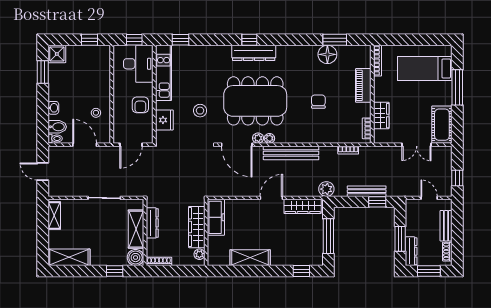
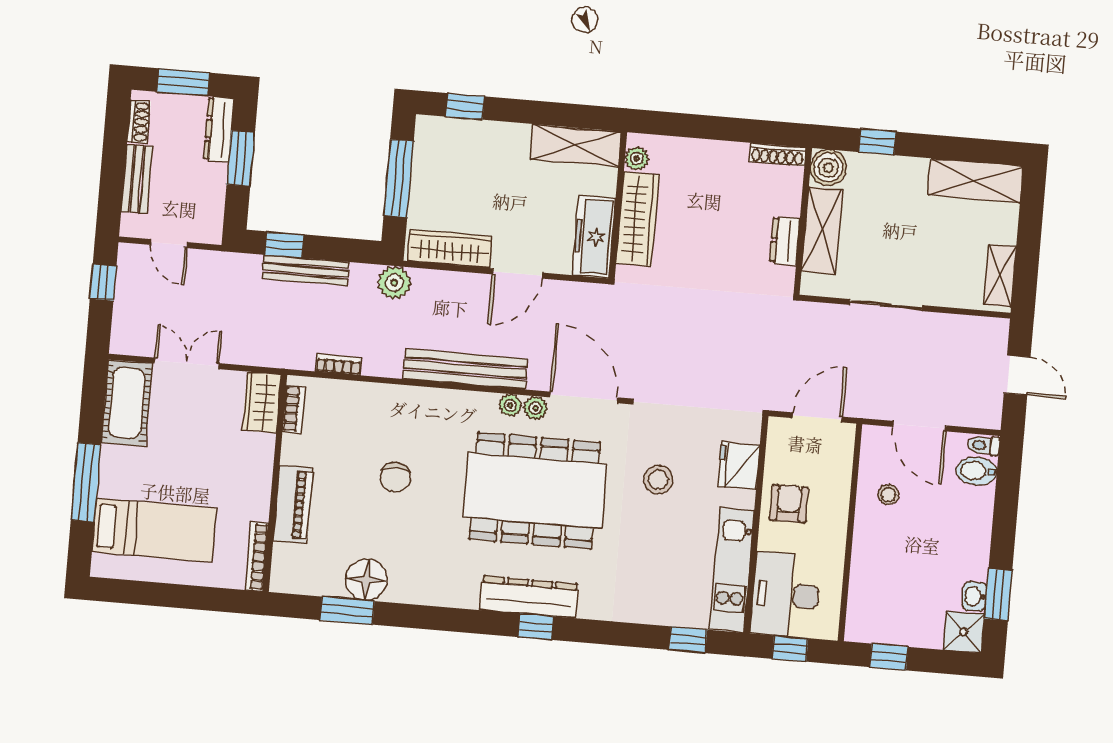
washbasin: (53, 108) -> (975, 596), moved
wardrobe: (381, 116) -> (262, 402), moved
freezer: (216, 217) -> (594, 237), moved
dresser: (152, 223) -> (785, 241), width x0.70
wardrobe: (197, 227) -> (638, 219), moved
wall: (206, 232) -> (618, 205), moved
plant: (199, 254) -> (637, 158), moved

